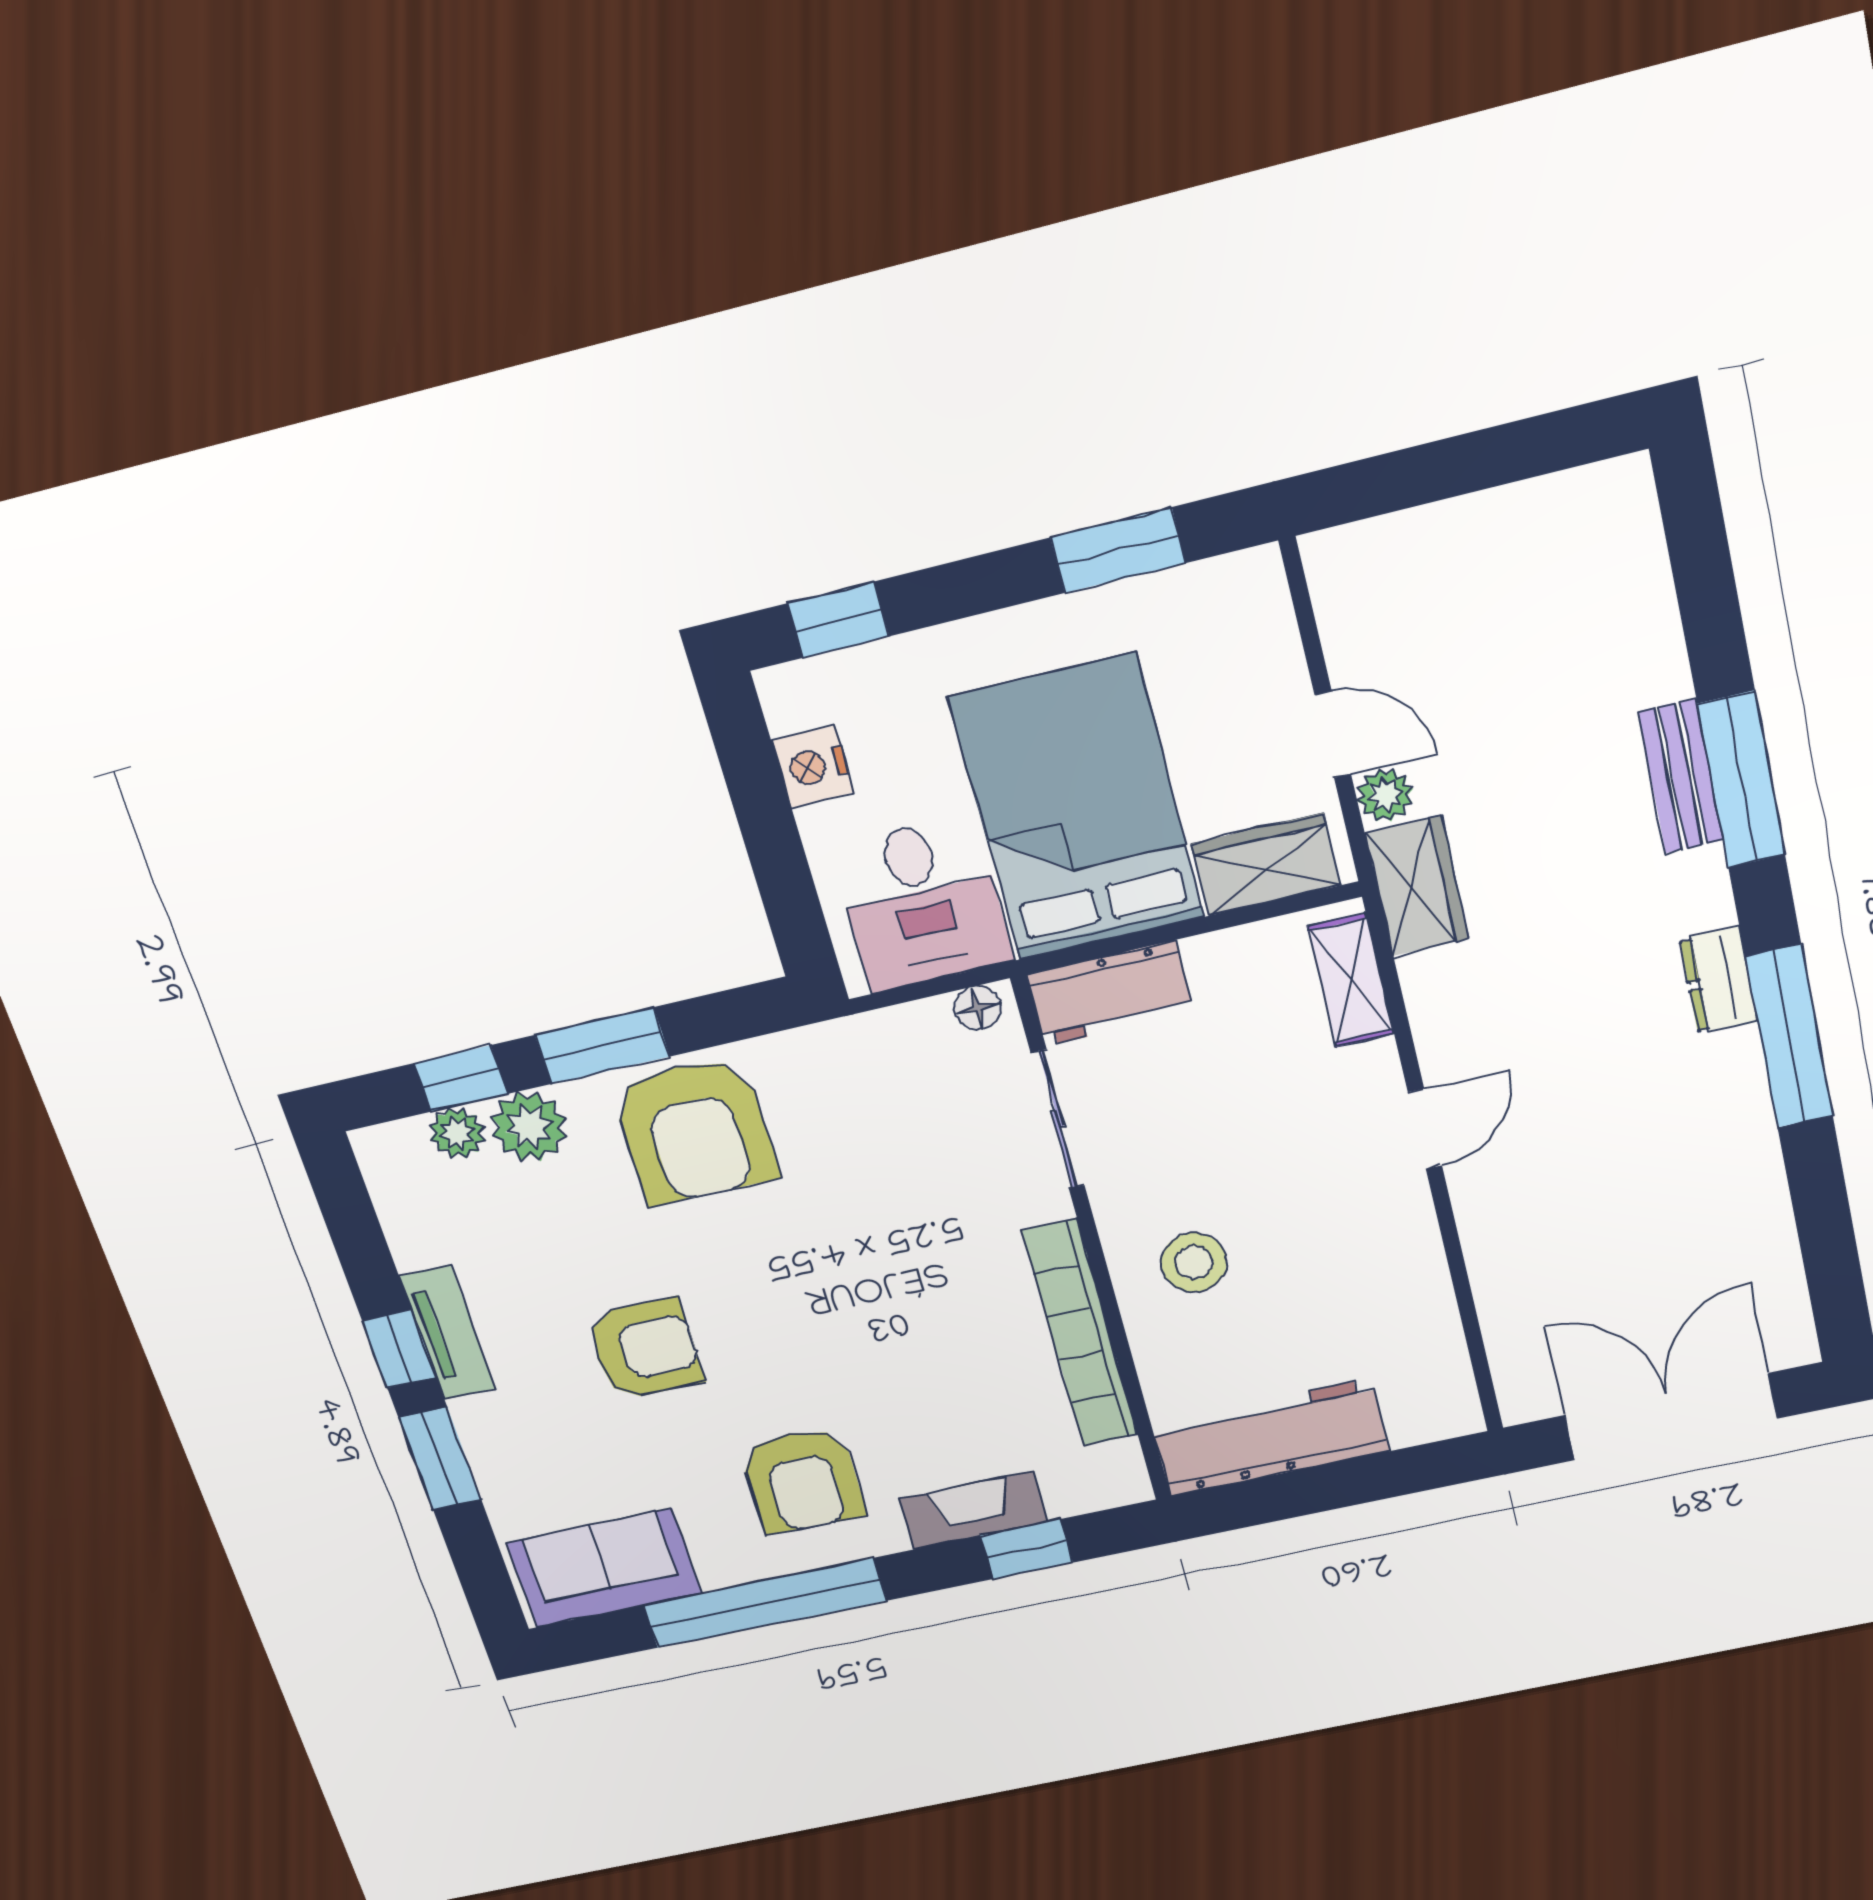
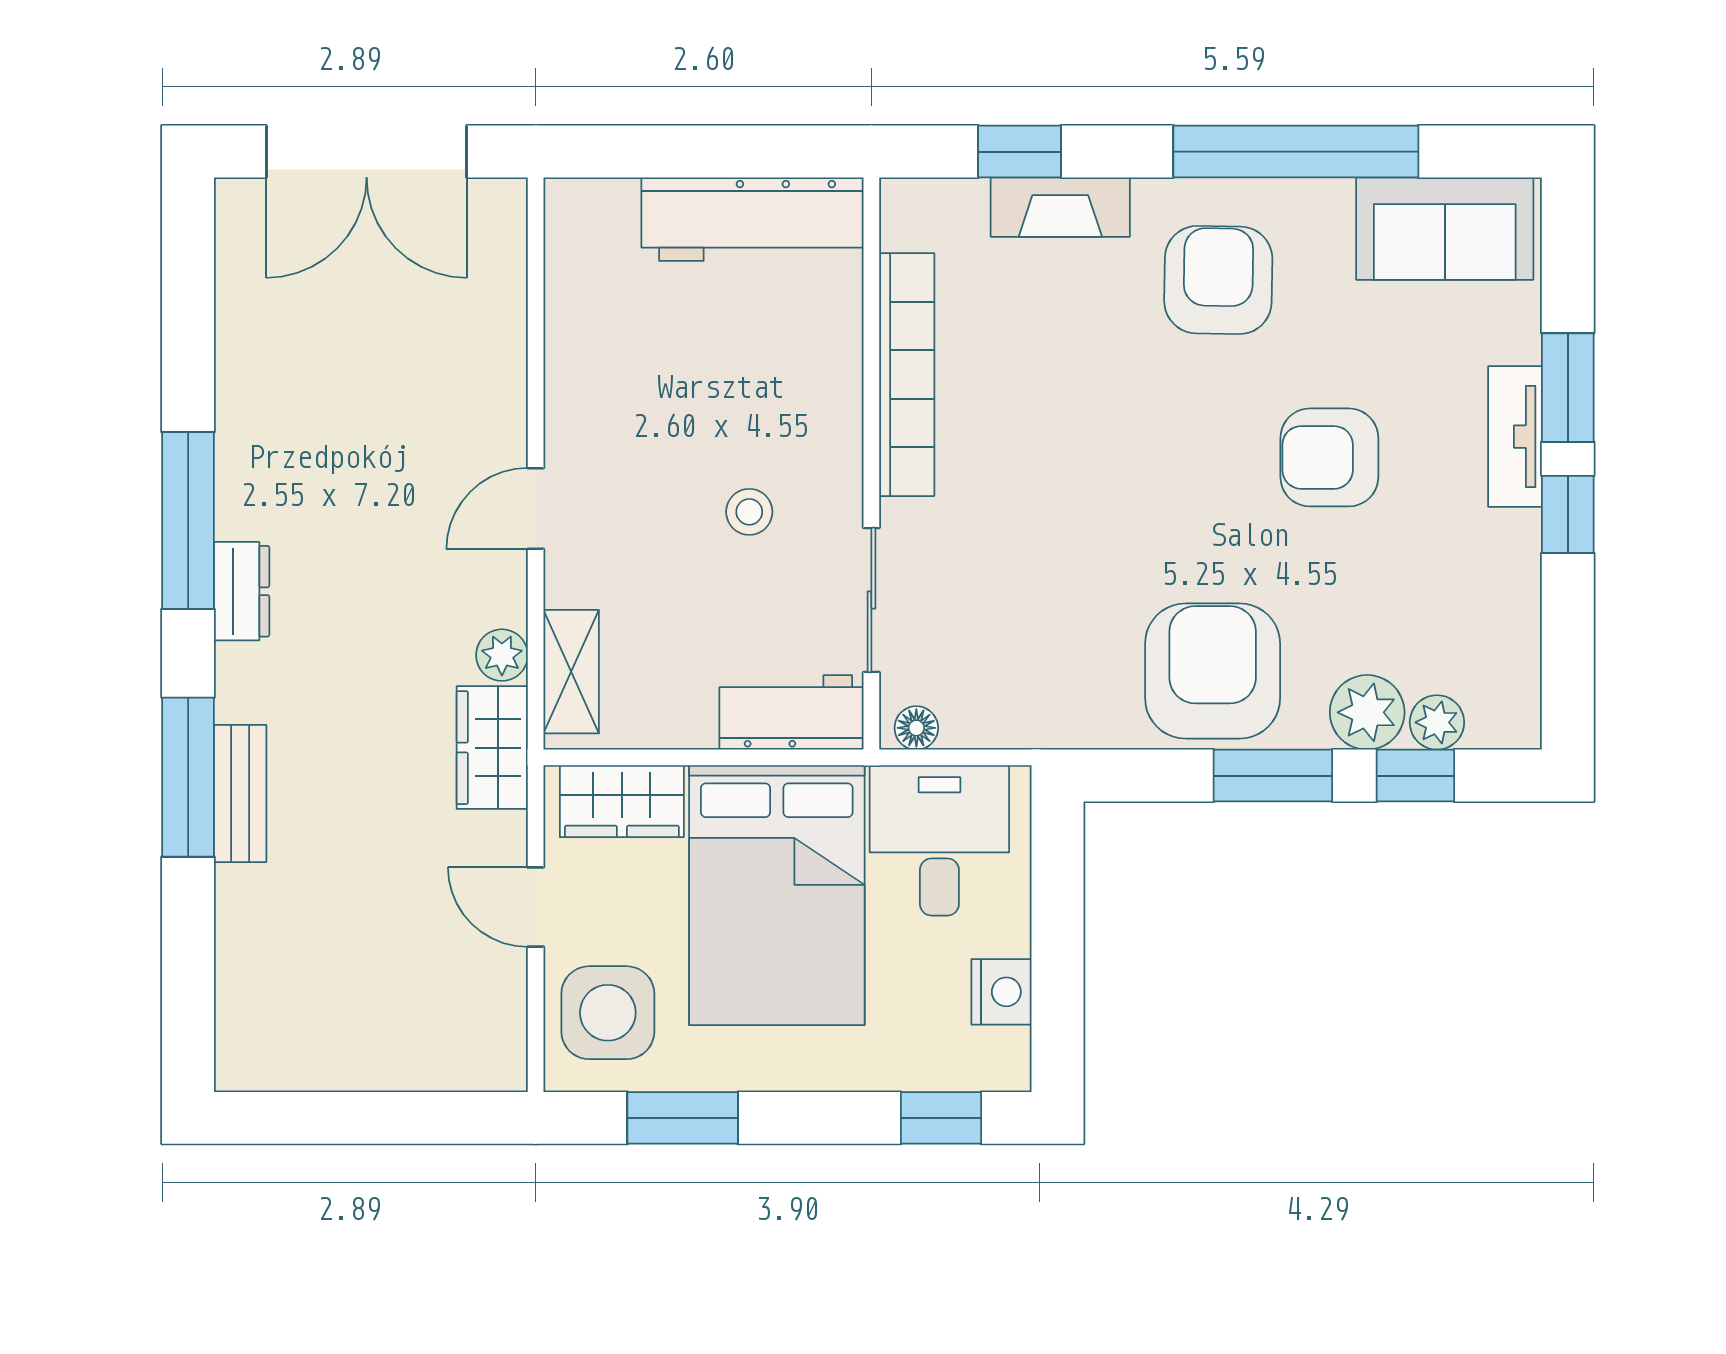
side table: (1228, 643) -> (608, 1013), added
plant: (1385, 795) -> (502, 655), moved
stool: (1194, 1263) -> (749, 512), moved, width x0.73, depth x0.73
tv unit: (447, 1333) -> (1515, 437), moved

